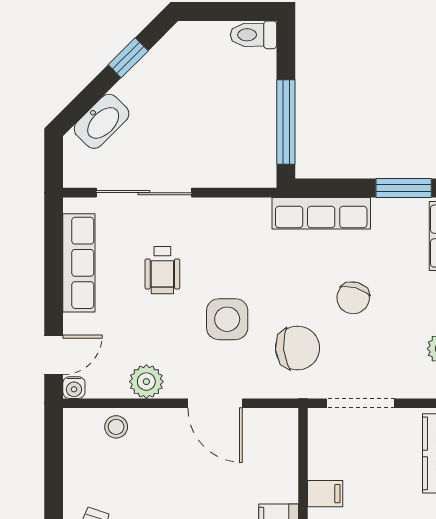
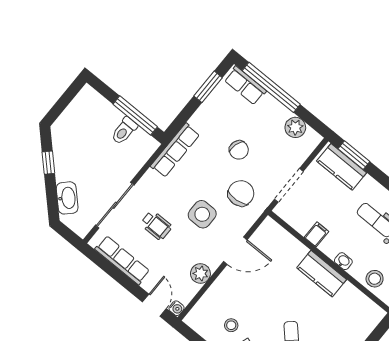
toilet: (254, 35) -> (124, 131), moved
row of seats: (321, 213) -> (175, 150), moved
stool: (116, 427) -> (231, 325), moved

